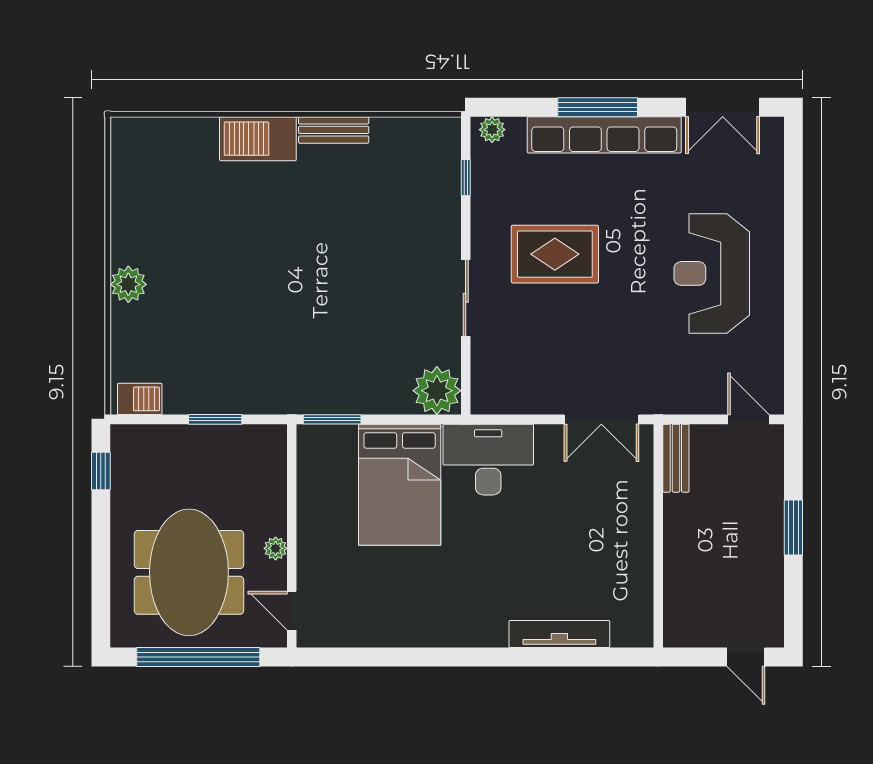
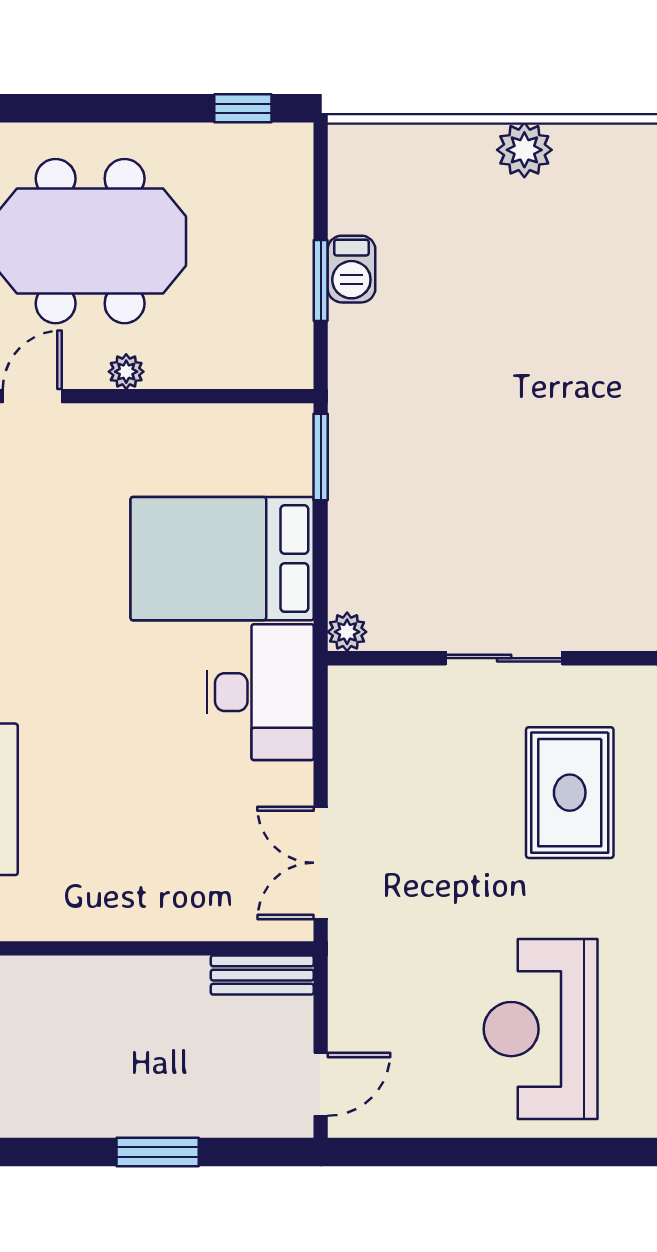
reception desk: (712, 273) -> (541, 1029), turned -90
plant: (437, 391) -> (347, 632), width x0.53, depth x0.53
barbecue: (140, 399) -> (351, 269), moved

